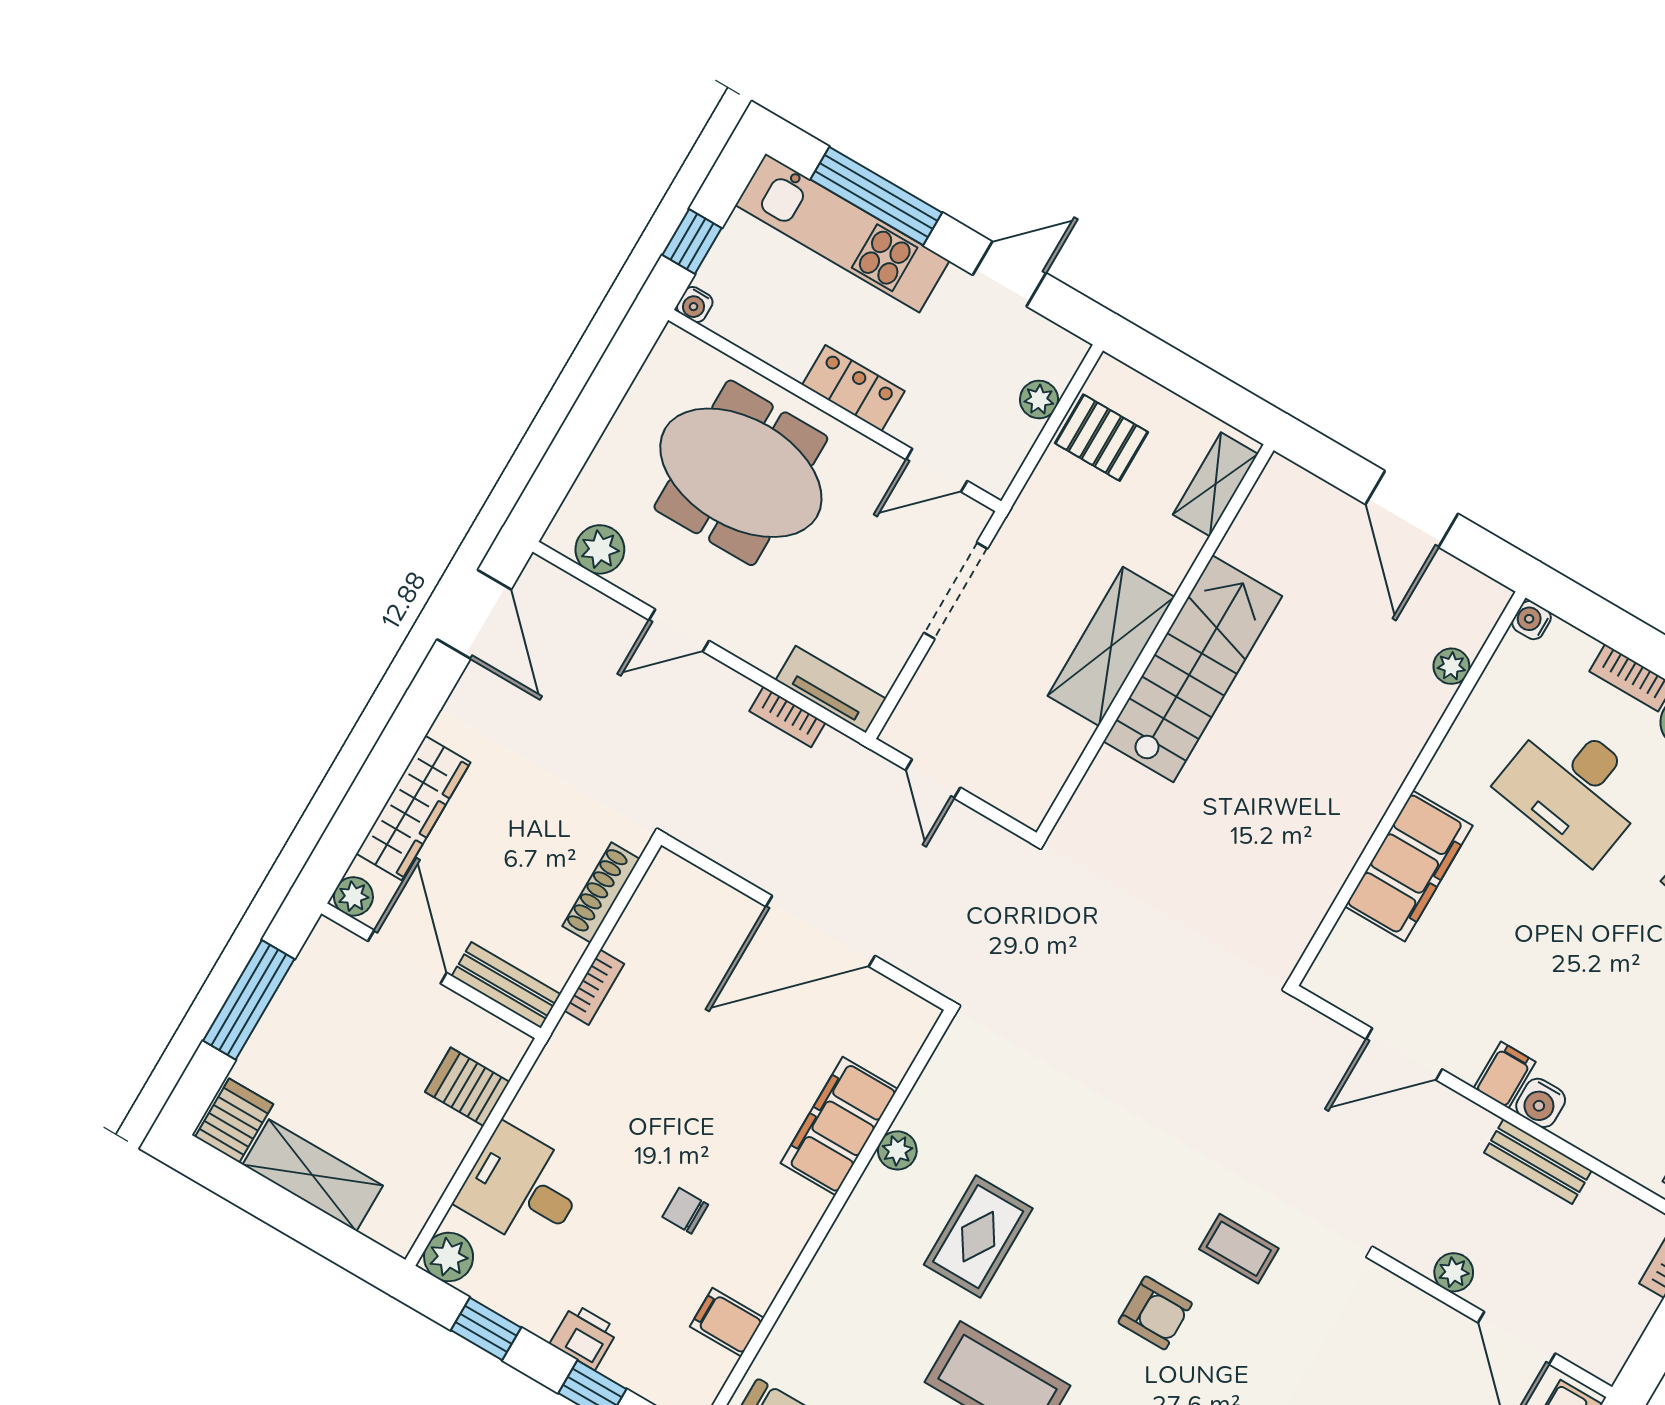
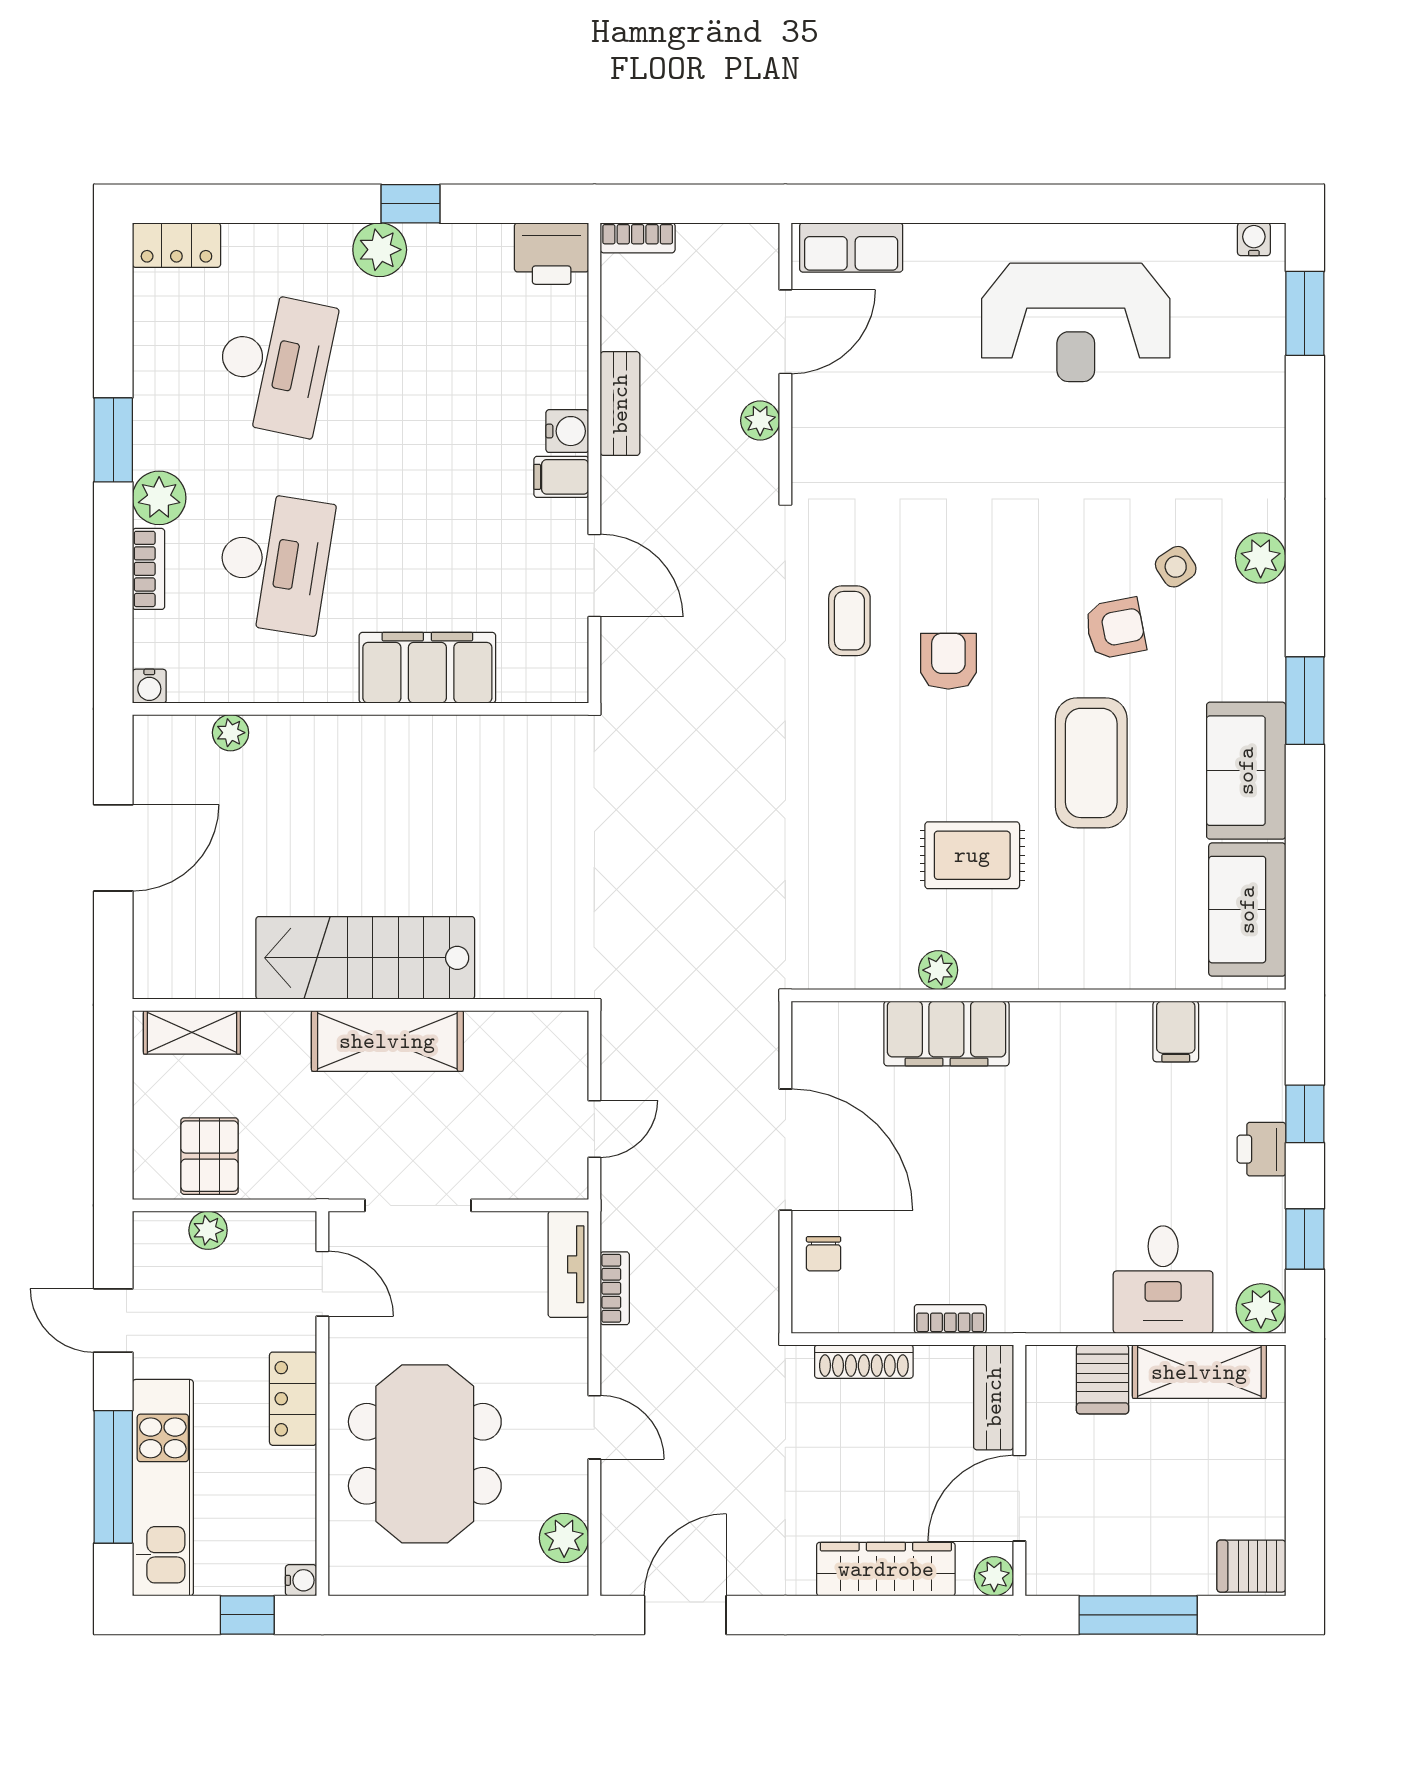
shelving: (313, 1175) -> (1199, 1372), moved, turned 90
chair: (685, 1211) -> (824, 1254), moved

